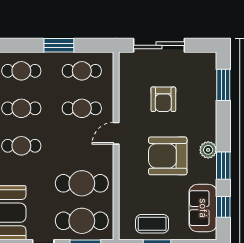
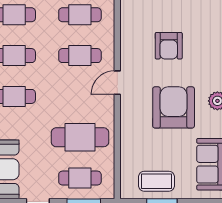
armchair: (168, 156) -> (174, 107), turned 90
cafe table: (82, 221) -> (80, 178), width x0.73, depth x0.74

